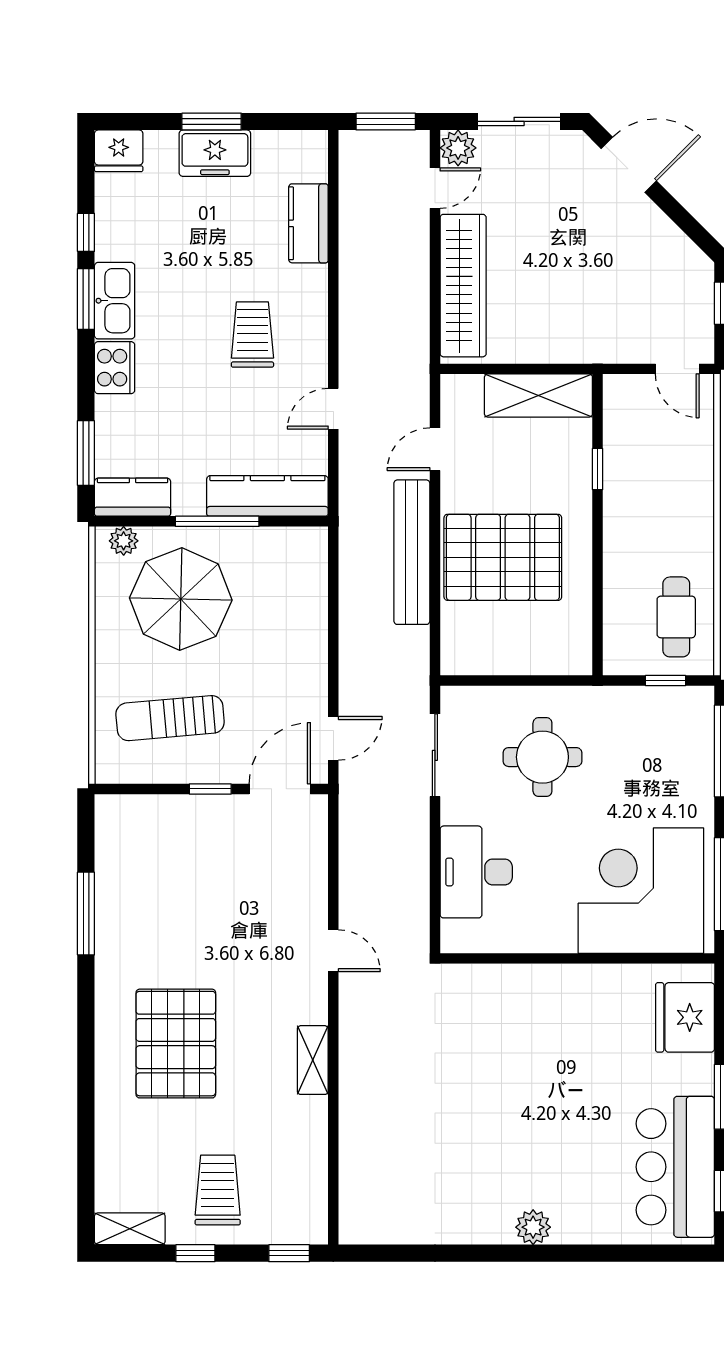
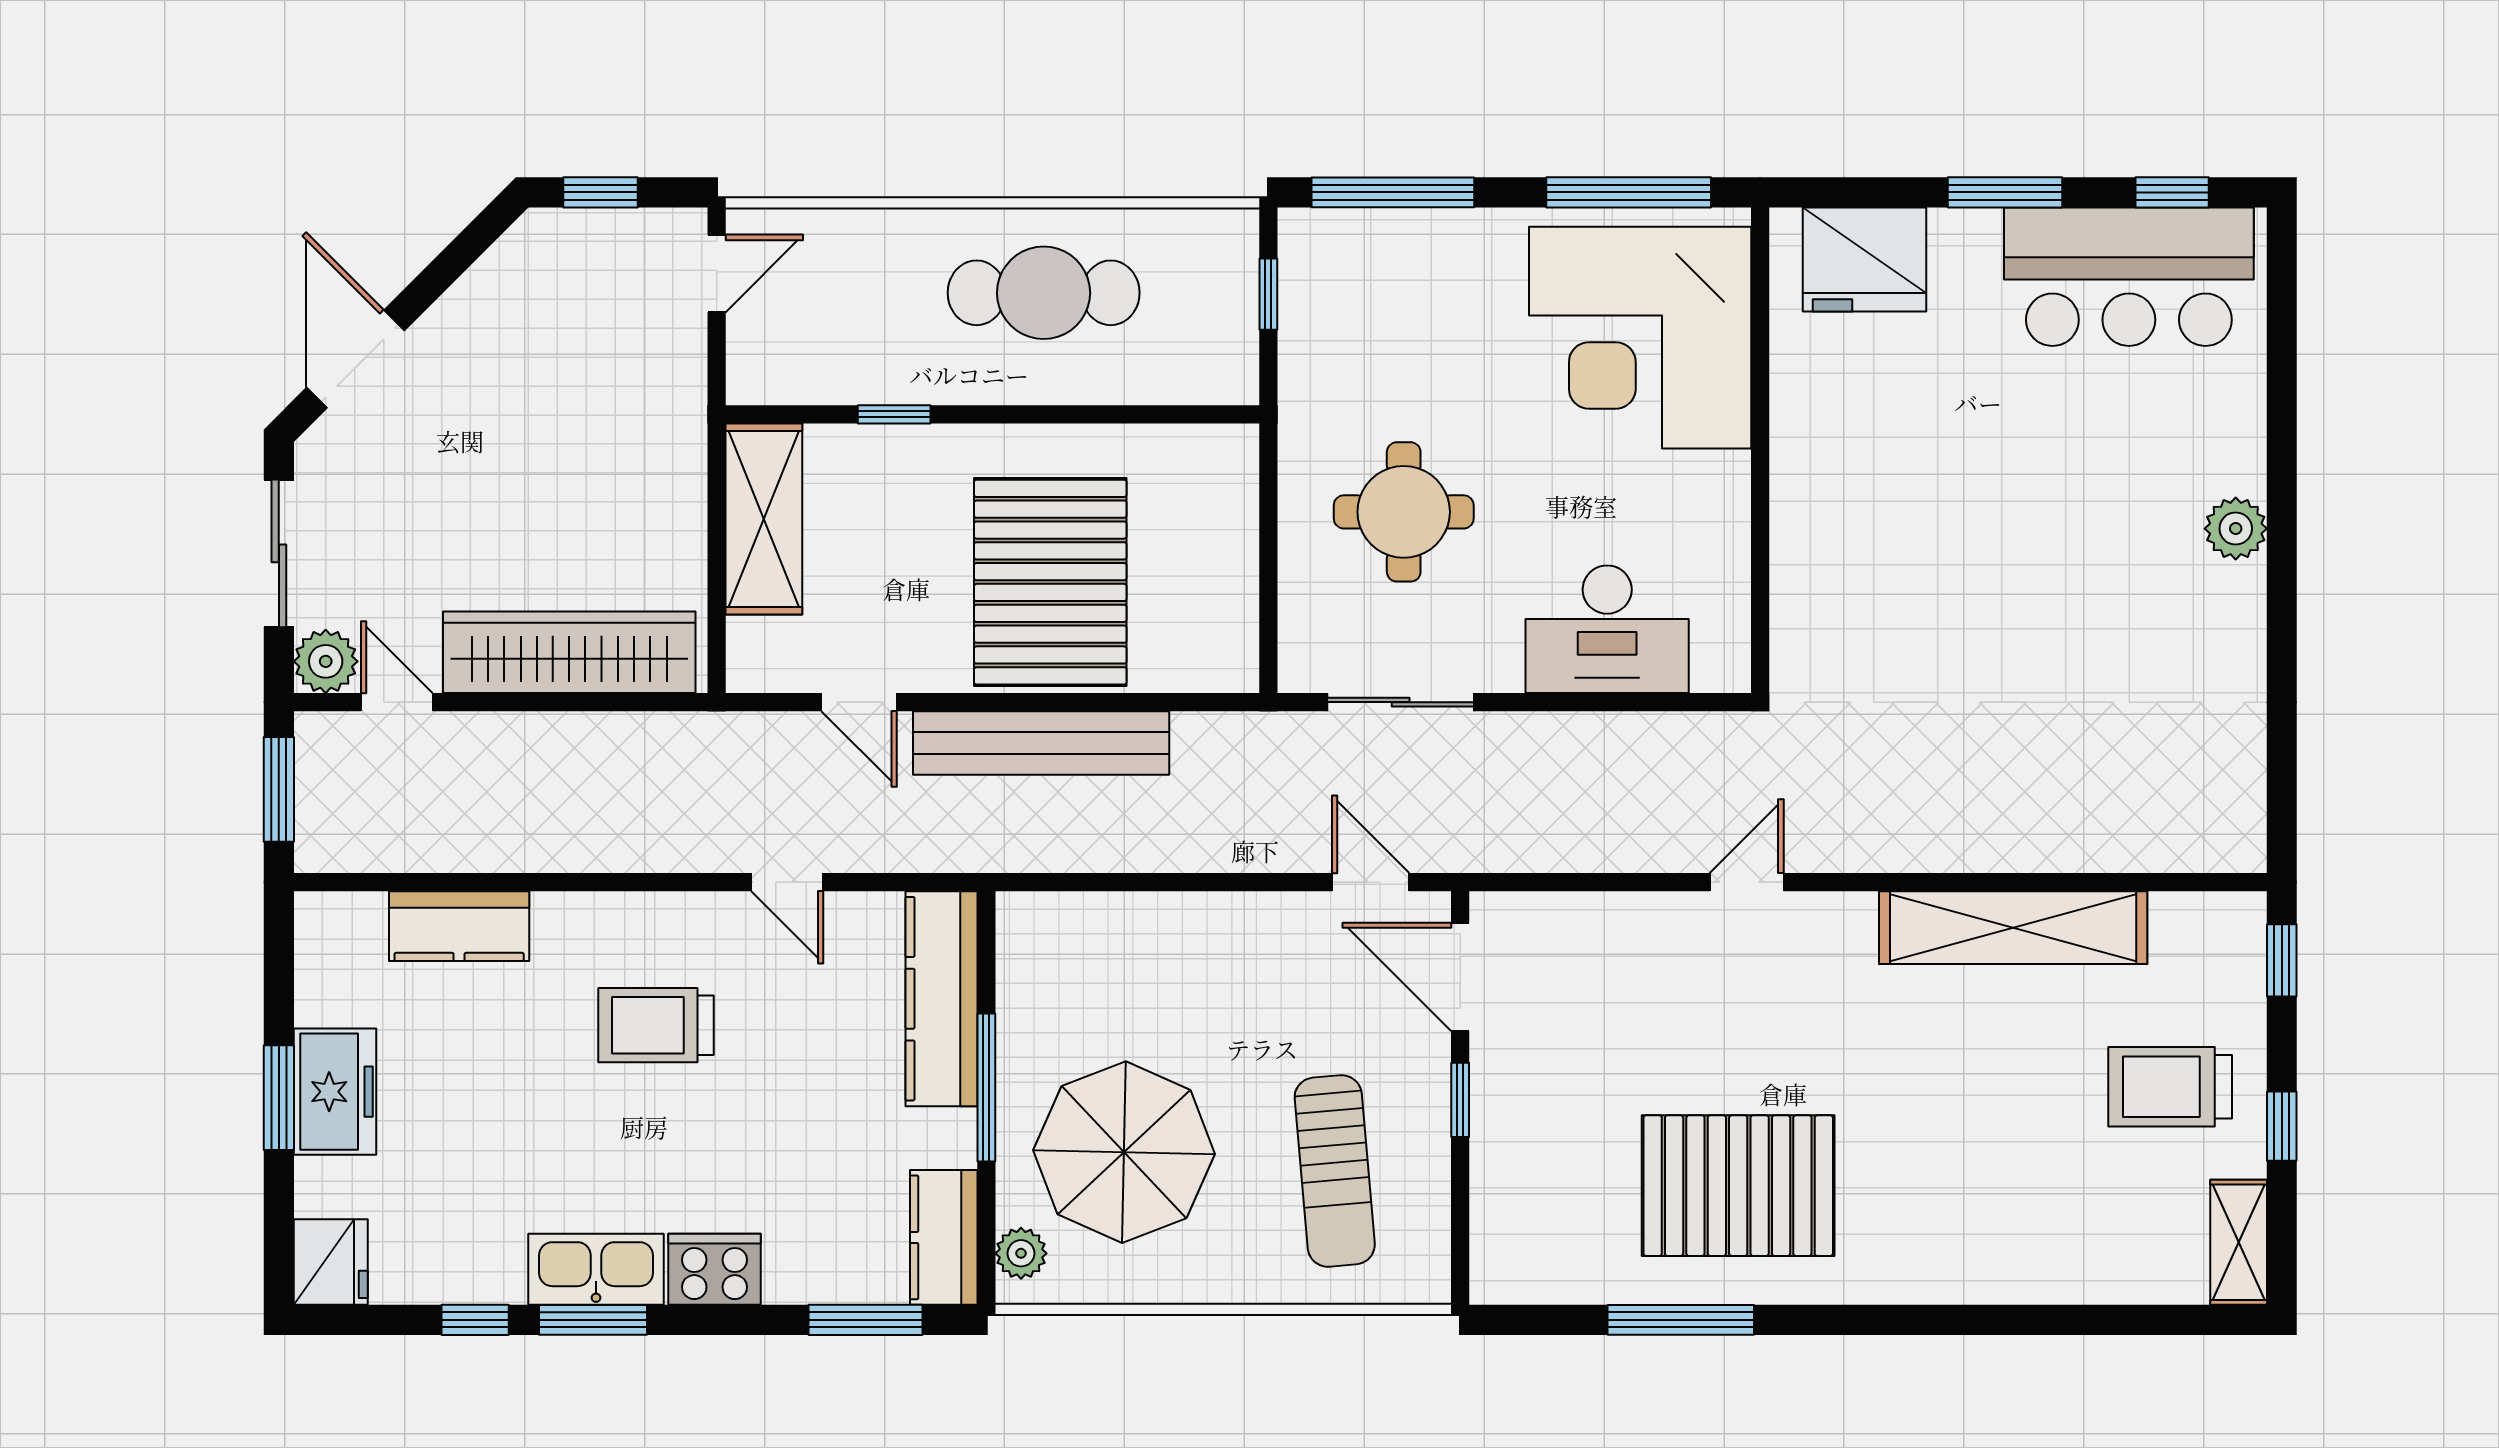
cafe table: (676, 617) -> (1044, 293), moved, width x1.37, depth x1.35
pallet: (176, 1044) -> (1738, 1186), moved
shelving: (313, 1060) -> (2013, 928), width x2.20, depth x1.33

